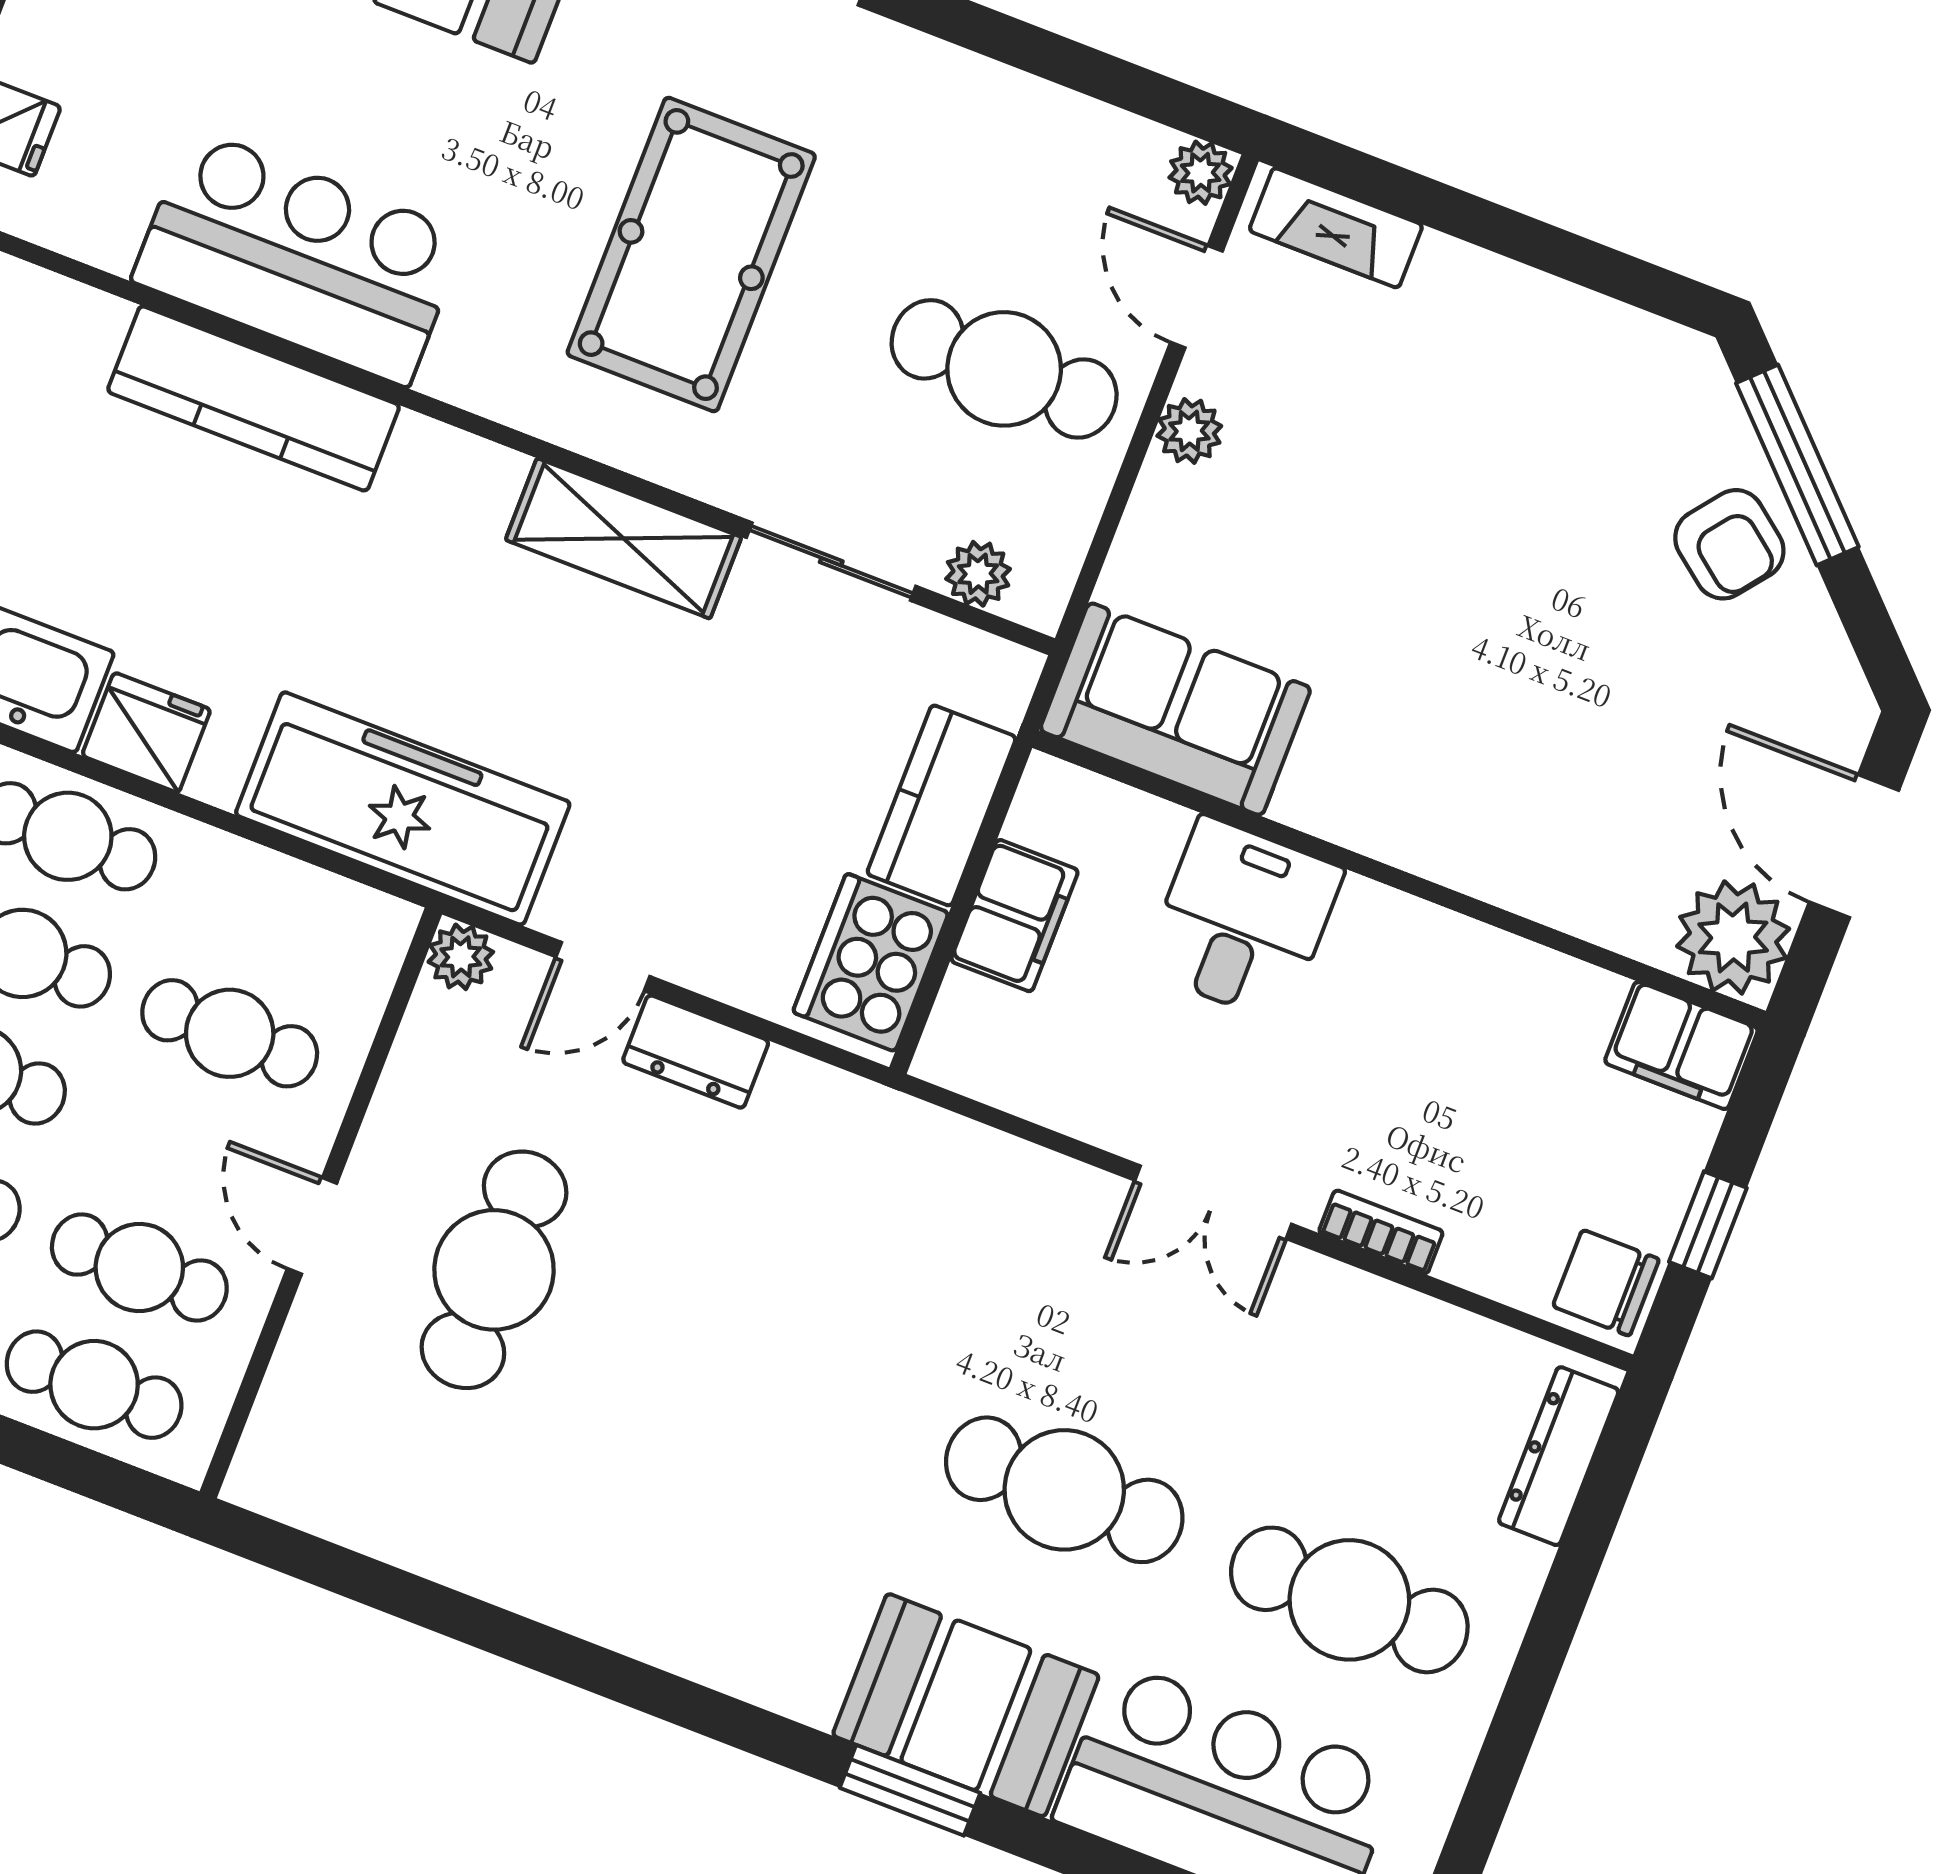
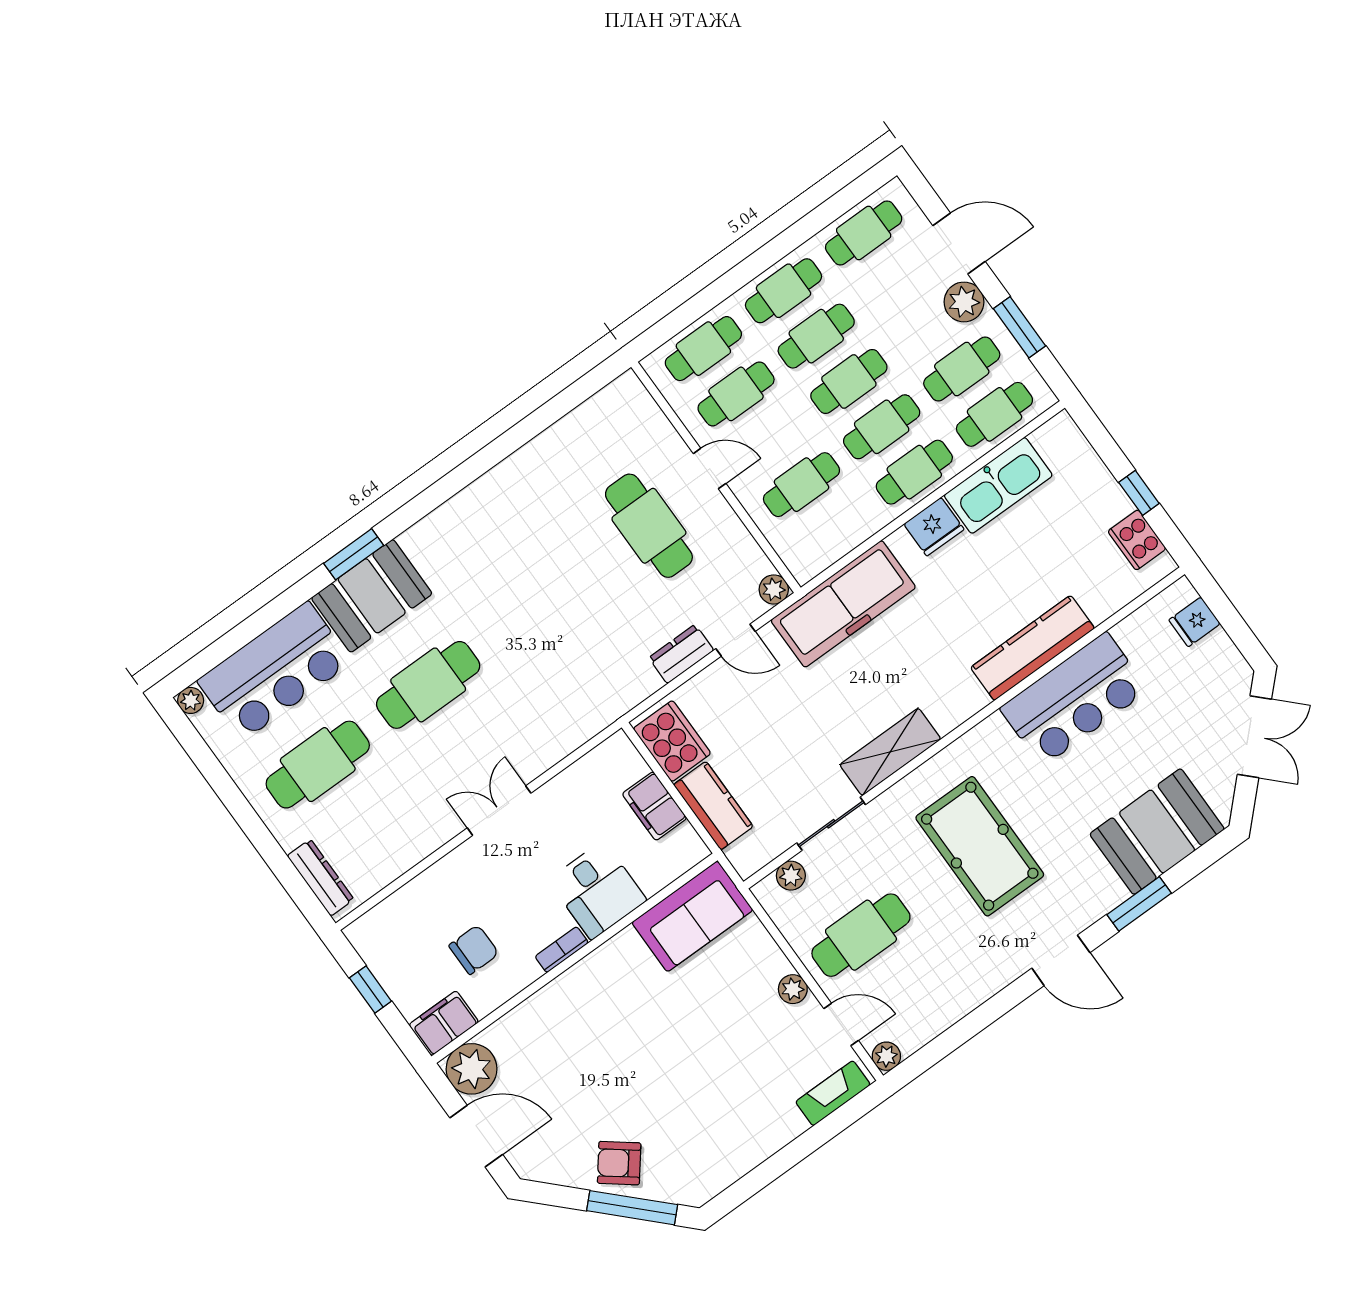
door: (603, 967) -> (736, 640), swing flipped
bookcase: (1381, 1232) -> (562, 950), moved, turned 180
chair: (1606, 1283) -> (474, 950), moved

